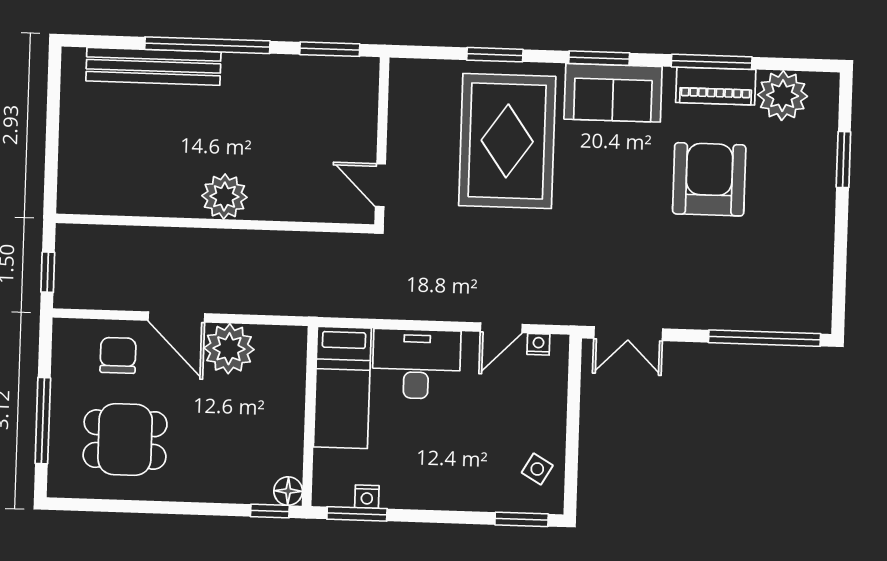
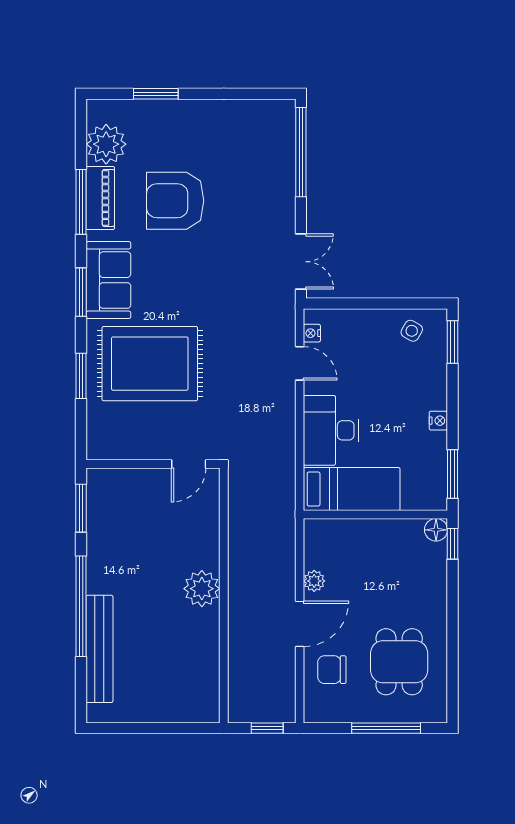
plant: (229, 349) -> (314, 581), width x0.53, depth x0.53
nightstand: (367, 497) -> (438, 421), moved

